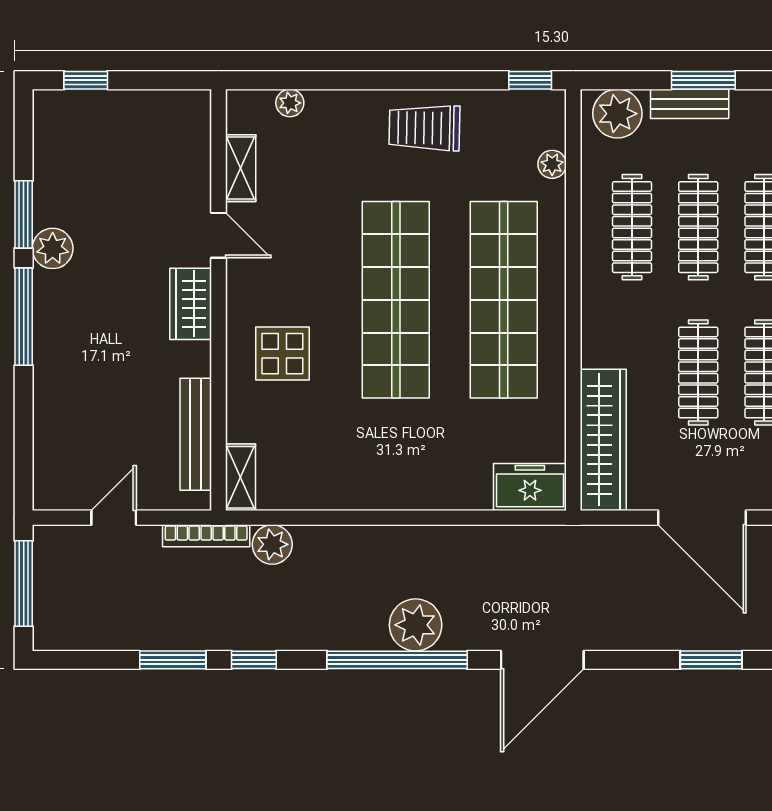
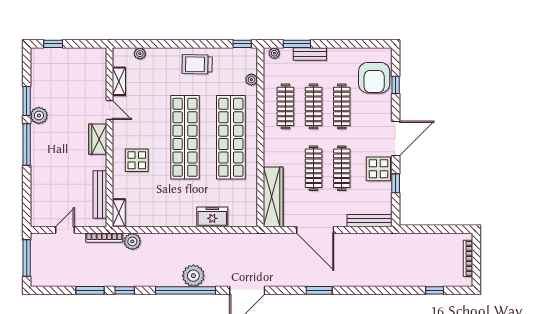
window: (703, 80) -> (297, 44), moved
plant: (617, 114) -> (274, 53), width x0.53, depth x0.53
freezer: (530, 487) -> (212, 217), moved

